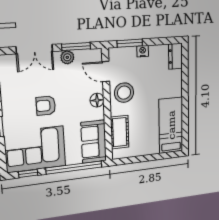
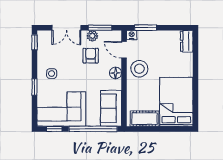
nightstand: (143, 51) -> (132, 35), moved
armchair: (46, 106) -> (91, 56), moved, turned 90
side table: (20, 108) -> (52, 74), added
bed: (171, 125) -> (176, 102), width x1.50
cot: (120, 132) -> (144, 119), moved, turned 90

